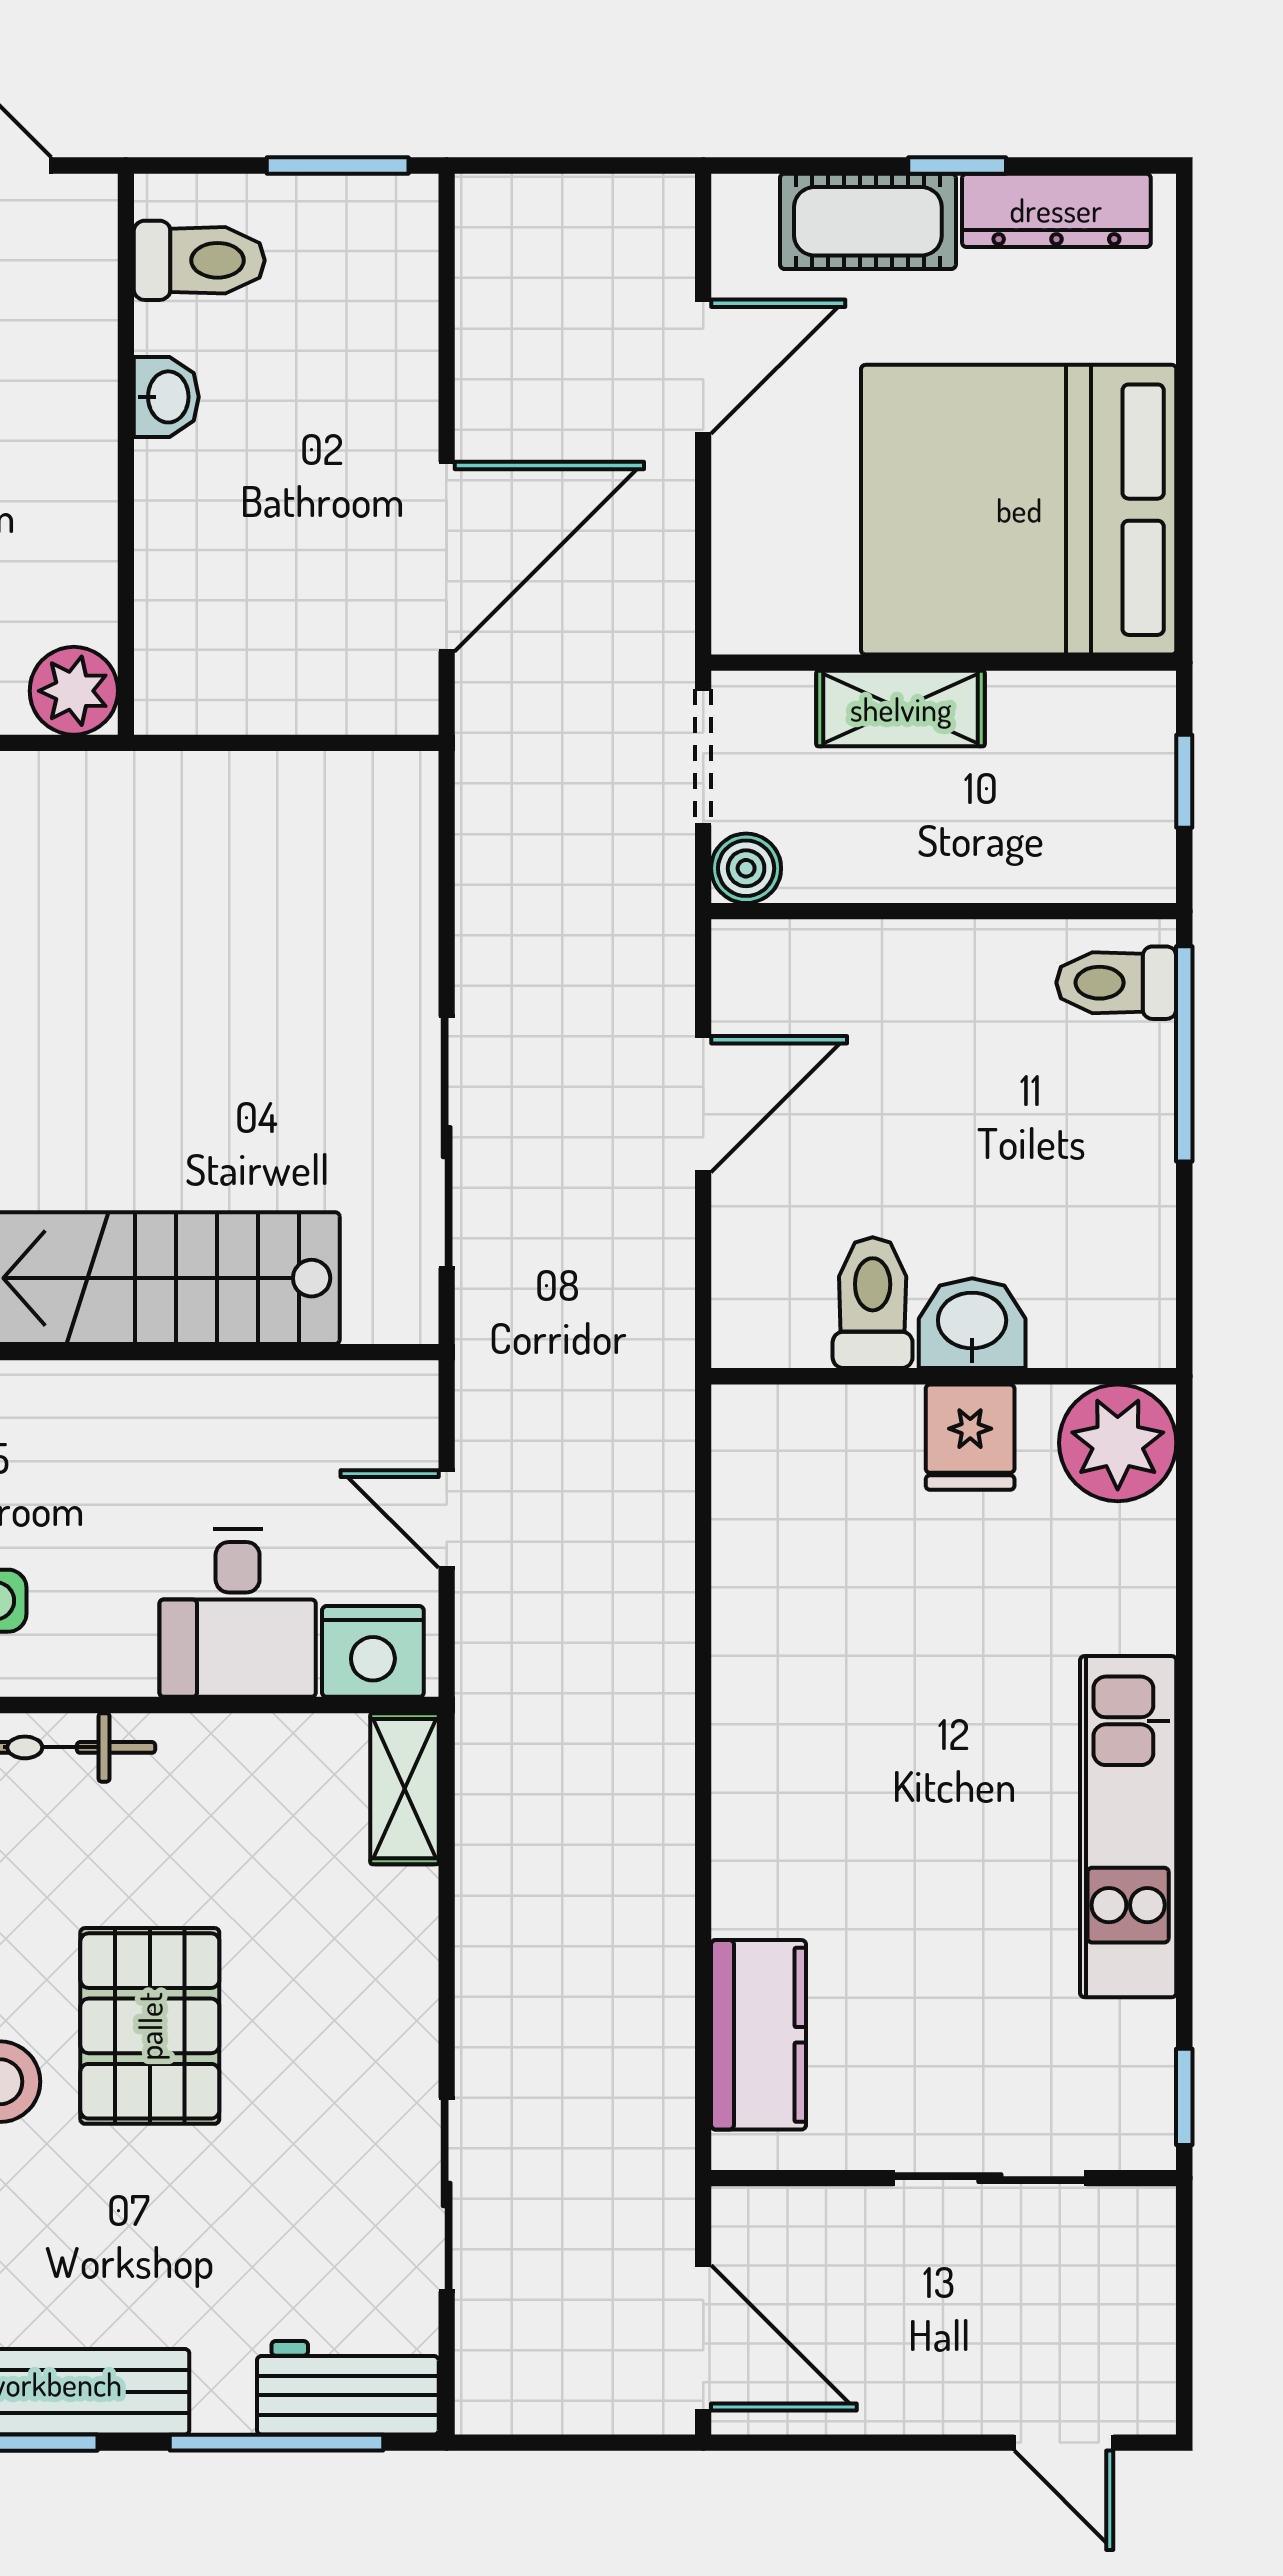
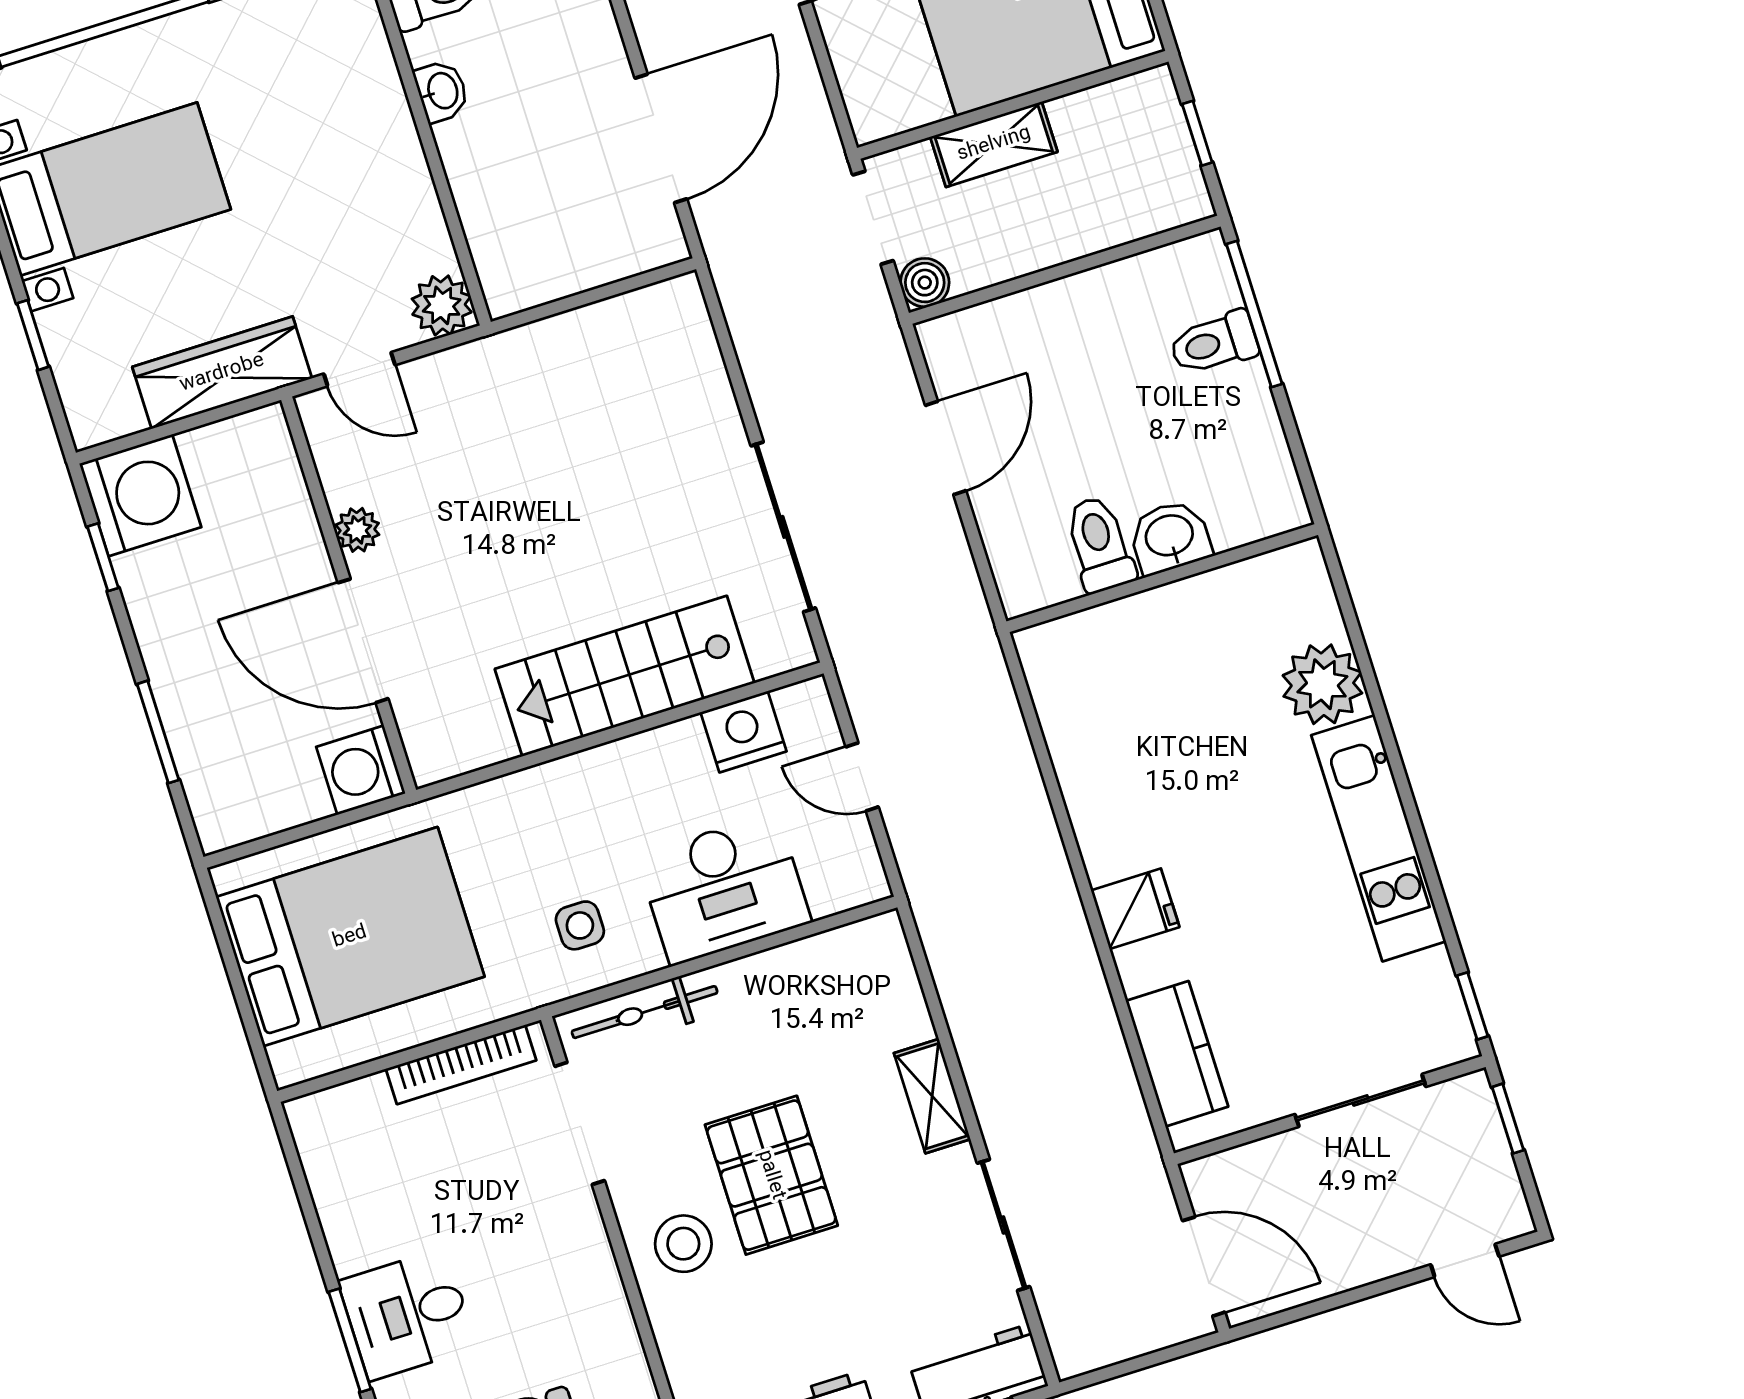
toilet: (1116, 983) -> (1214, 343), moved
fridge: (970, 1437) -> (1135, 909), moved, turned -90
plant: (1118, 1443) -> (1322, 684), moved
desk: (238, 1613) -> (724, 889), width x1.37
nightstand: (373, 1651) -> (744, 732), moved, turned 180
shelving: (405, 1789) -> (932, 1096), moved
window: (1184, 2267) -> (1508, 1119), added

